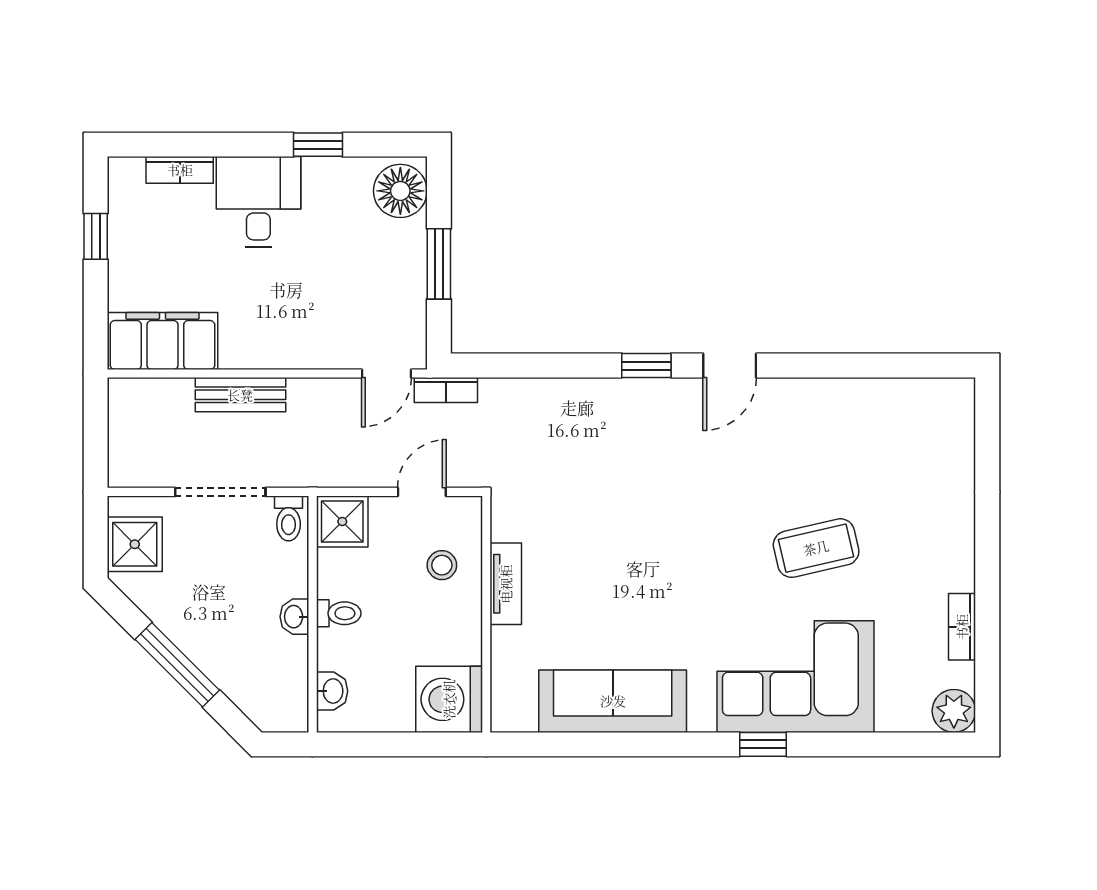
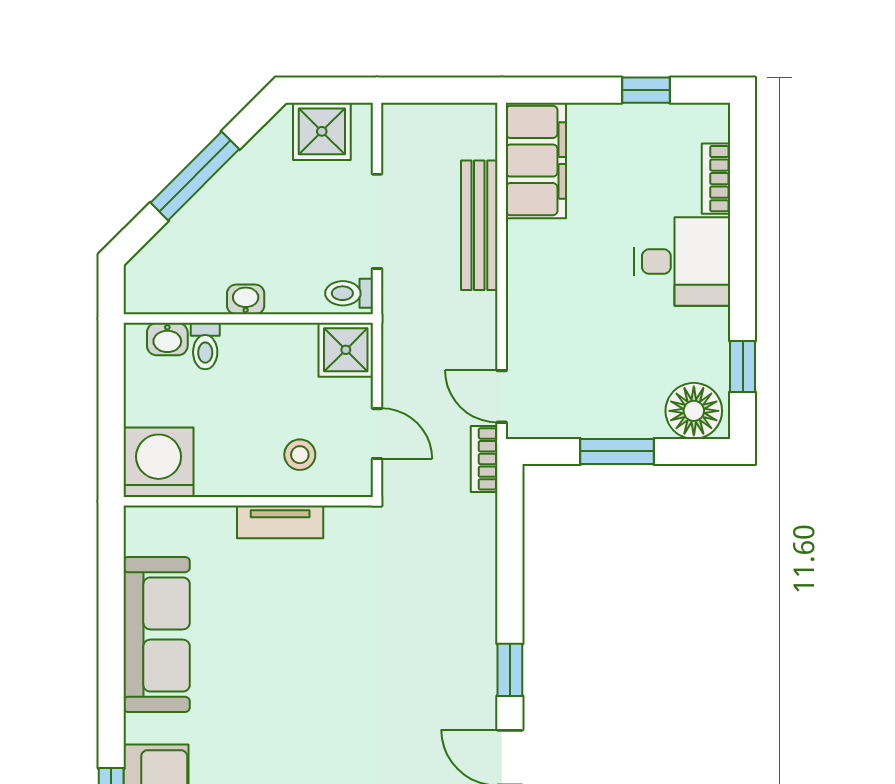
window: (318, 145) -> (743, 367), moved
bench: (240, 395) -> (479, 225), width x1.36
toilet: (339, 613) -> (205, 346), moved

